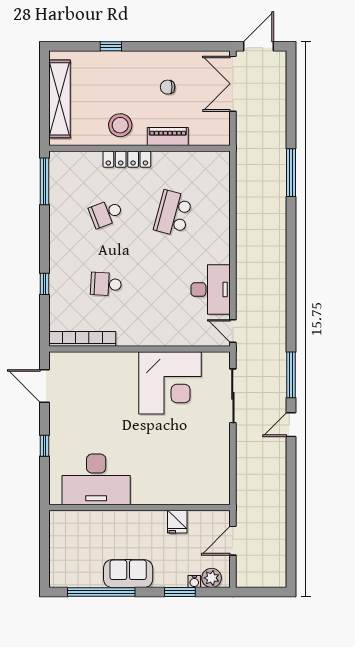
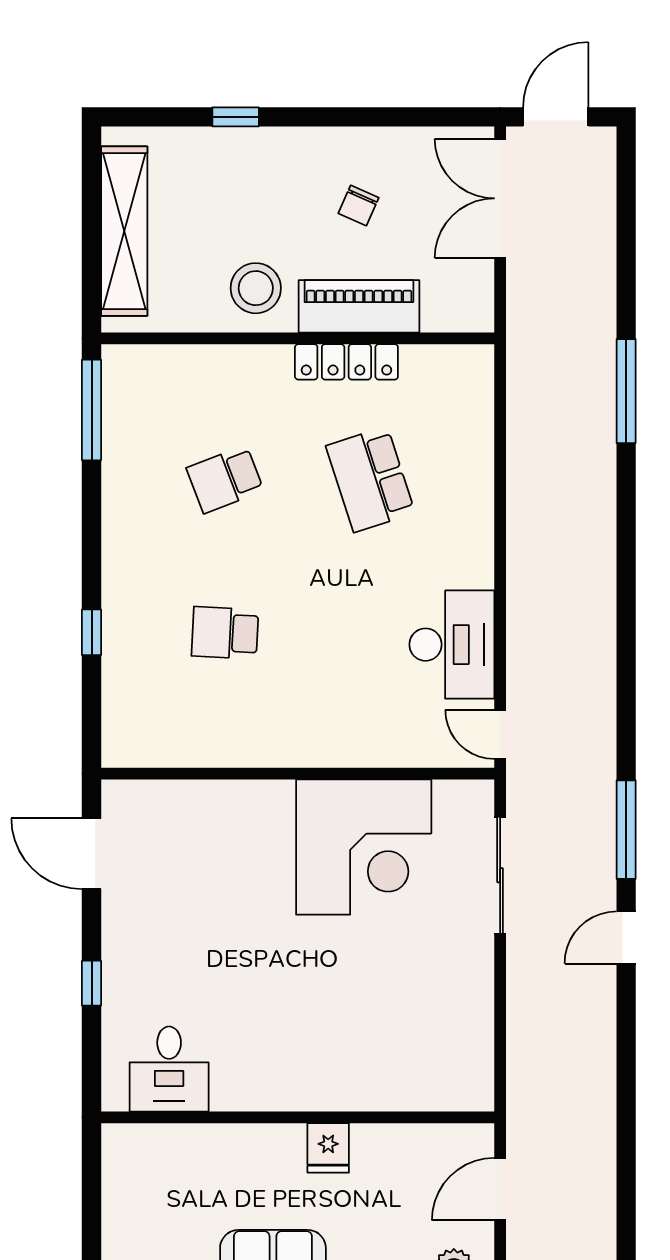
chair: (168, 87) -> (358, 206), turned -66
piano: (168, 137) -> (359, 306), width x1.37, depth x1.33
locker: (127, 159) -> (346, 362), moved
school desk: (173, 213) -> (370, 479), turned -33
bookcase: (82, 339) -> (173, 752), removed
desk: (96, 479) -> (169, 1069), width x0.53, depth x0.77
fridge: (177, 522) -> (328, 1148), moved

